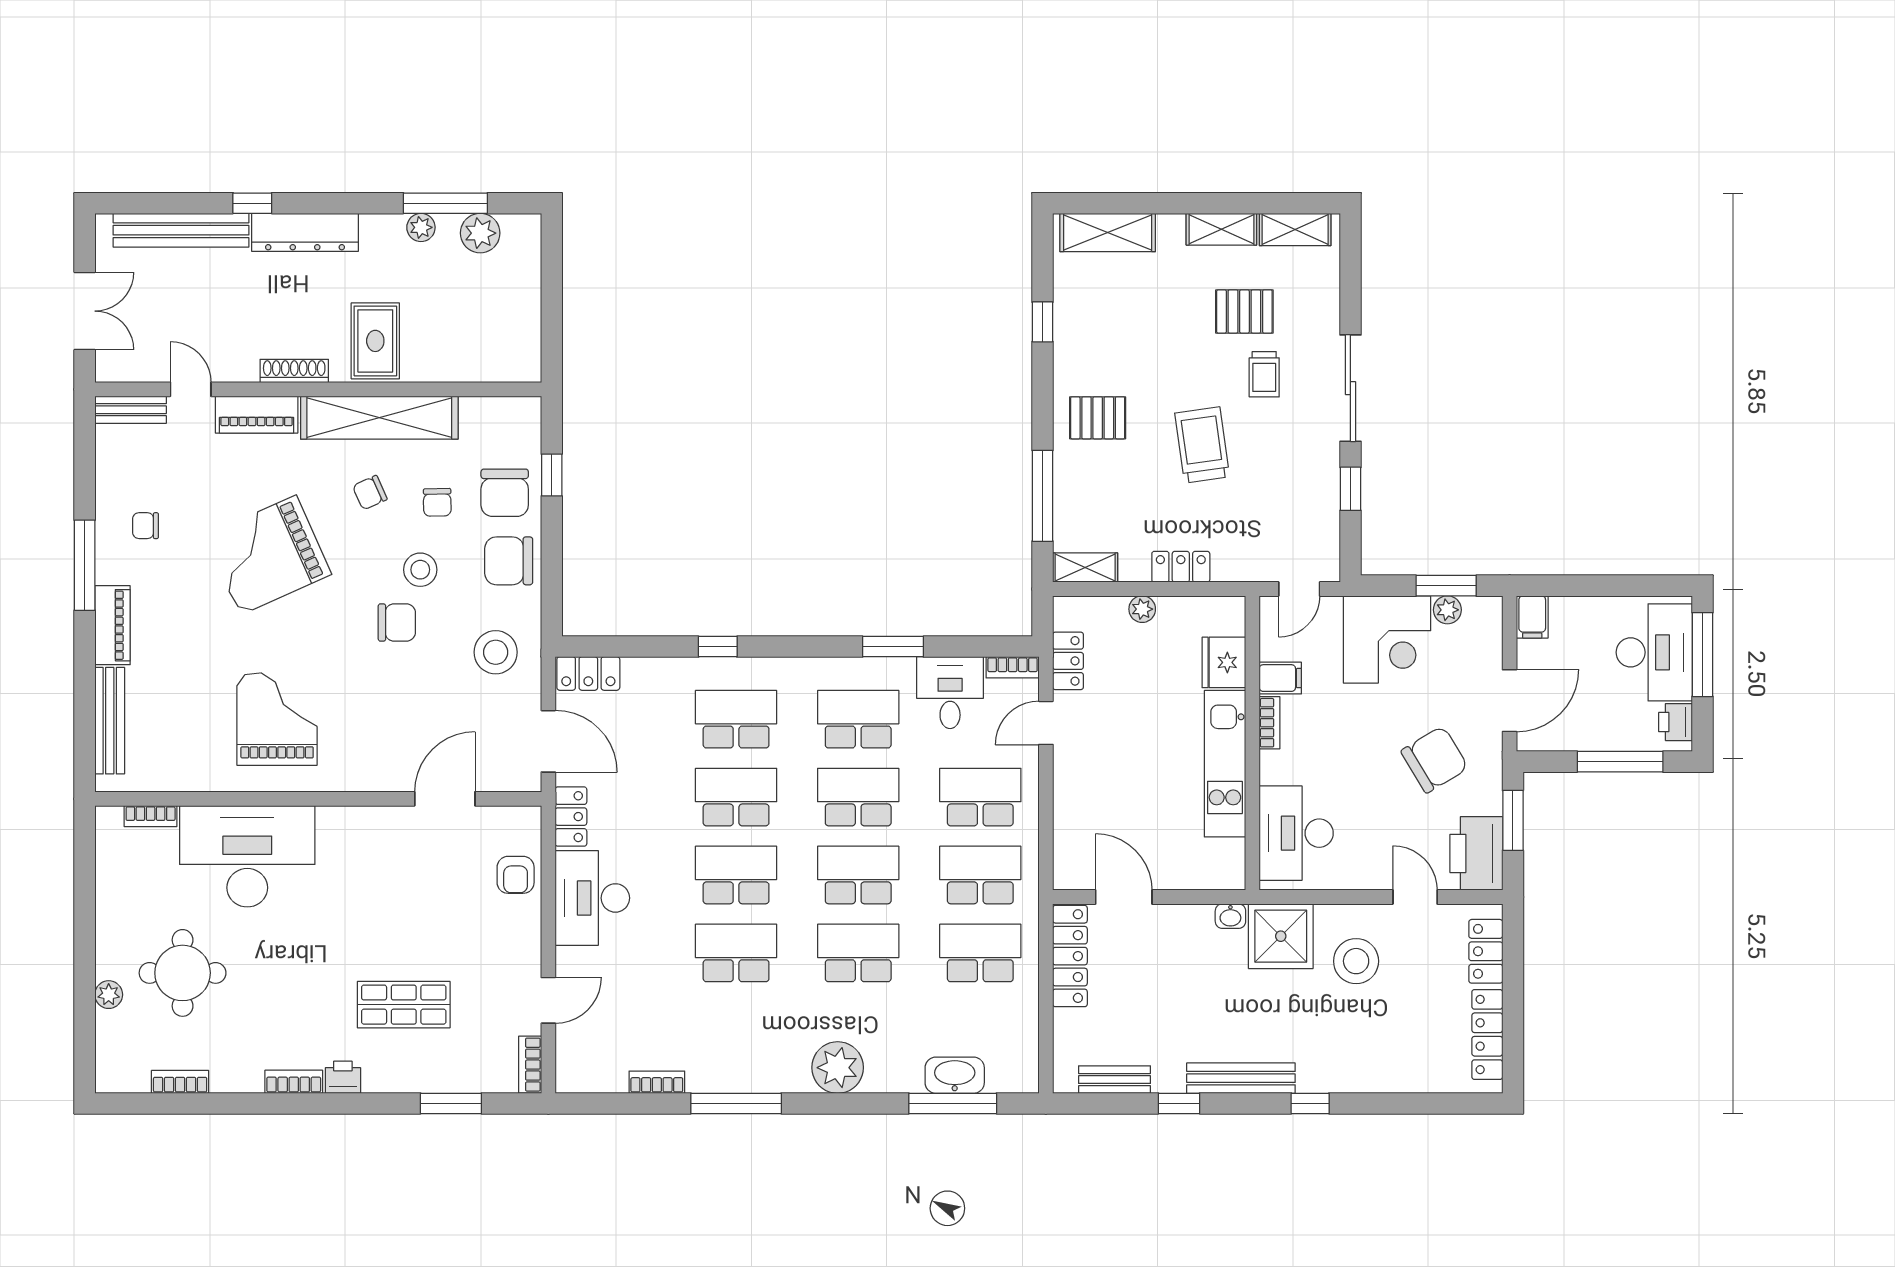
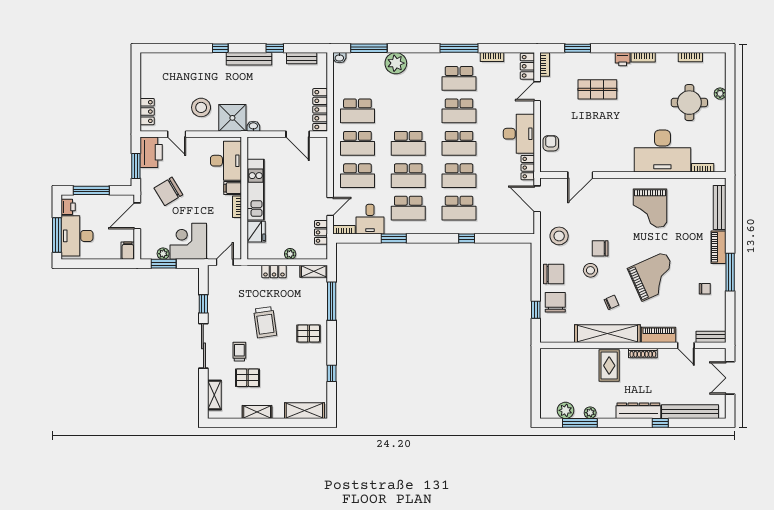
shelving: (1295, 229) -> (214, 395), moved, turned 90
chair: (437, 502) -> (583, 298), removed
locker: (588, 673) -> (527, 66), moved, turned -90
filing cabinet: (1280, 678) -> (233, 188), moved
school desk: (858, 953) -> (459, 78), moved
locker: (1487, 1034) -> (146, 77), removed
plant: (838, 1068) -> (396, 63), moved
washbasin: (955, 1075) -> (339, 58), moved, width x0.52, depth x0.69

